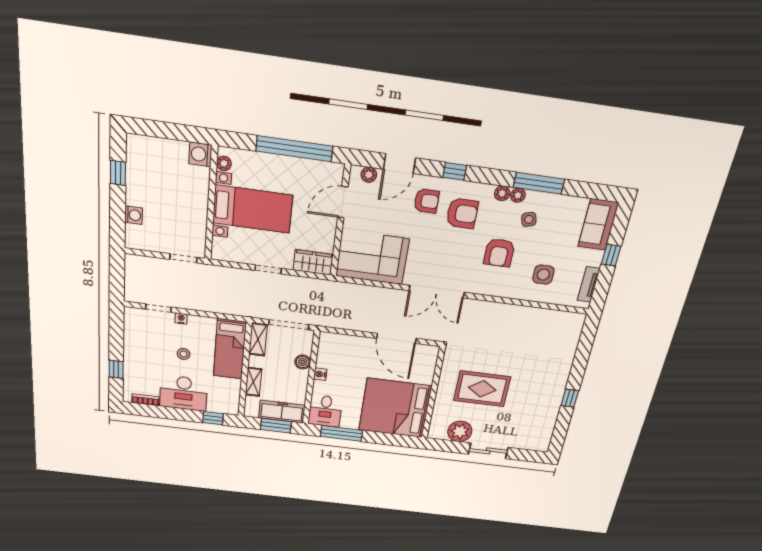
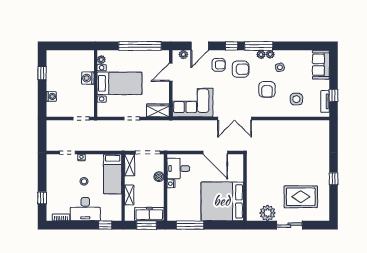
washing machine: (200, 154) -> (88, 78), moved
window: (539, 183) -> (259, 46), moved
window: (611, 255) -> (334, 95), moved
rug: (482, 389) -> (301, 197), moved
desk: (325, 411) -> (178, 168), moved, turned 90

